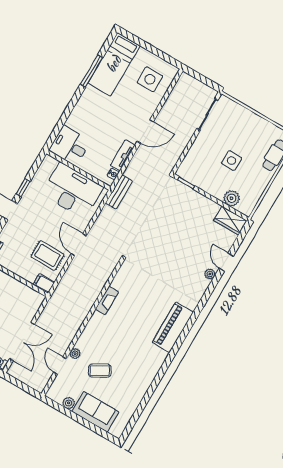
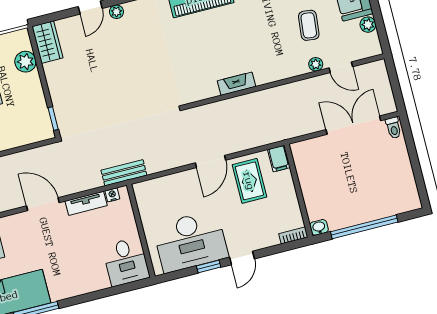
desk: (72, 191) -> (190, 241), moved, turned -90
door: (60, 366) -> (341, 67), hinge flipped
coffee table: (100, 371) -> (309, 25), turned 36

